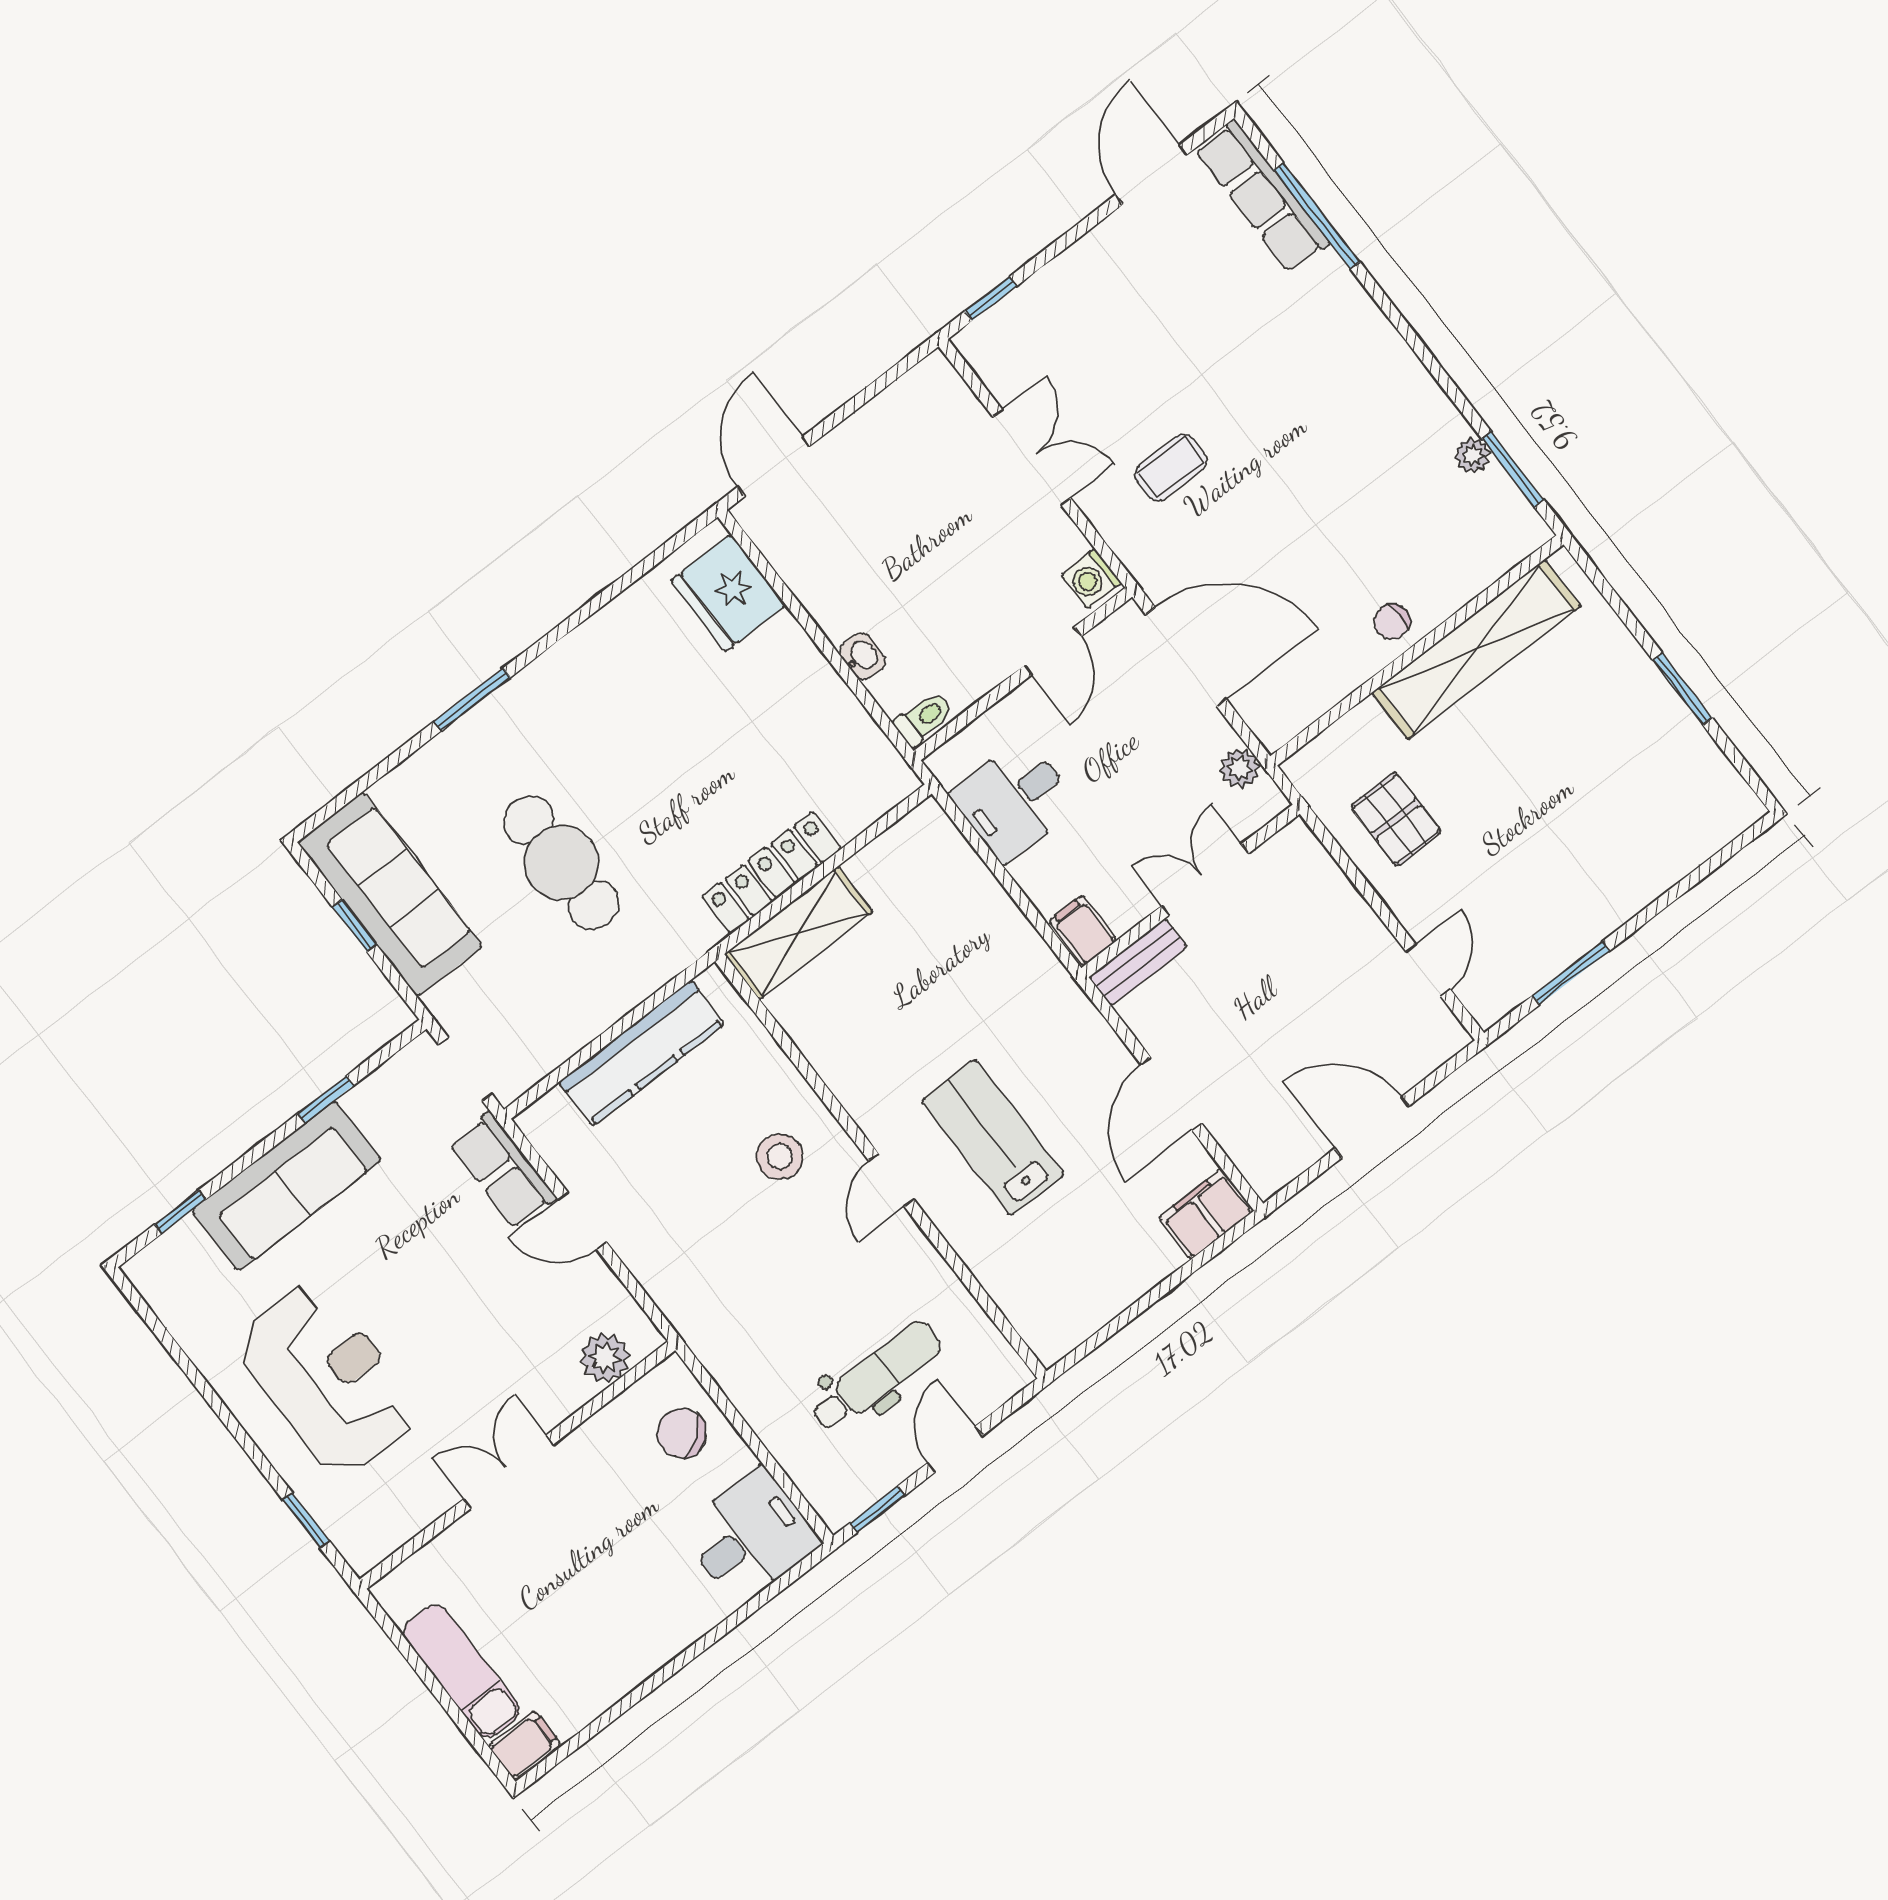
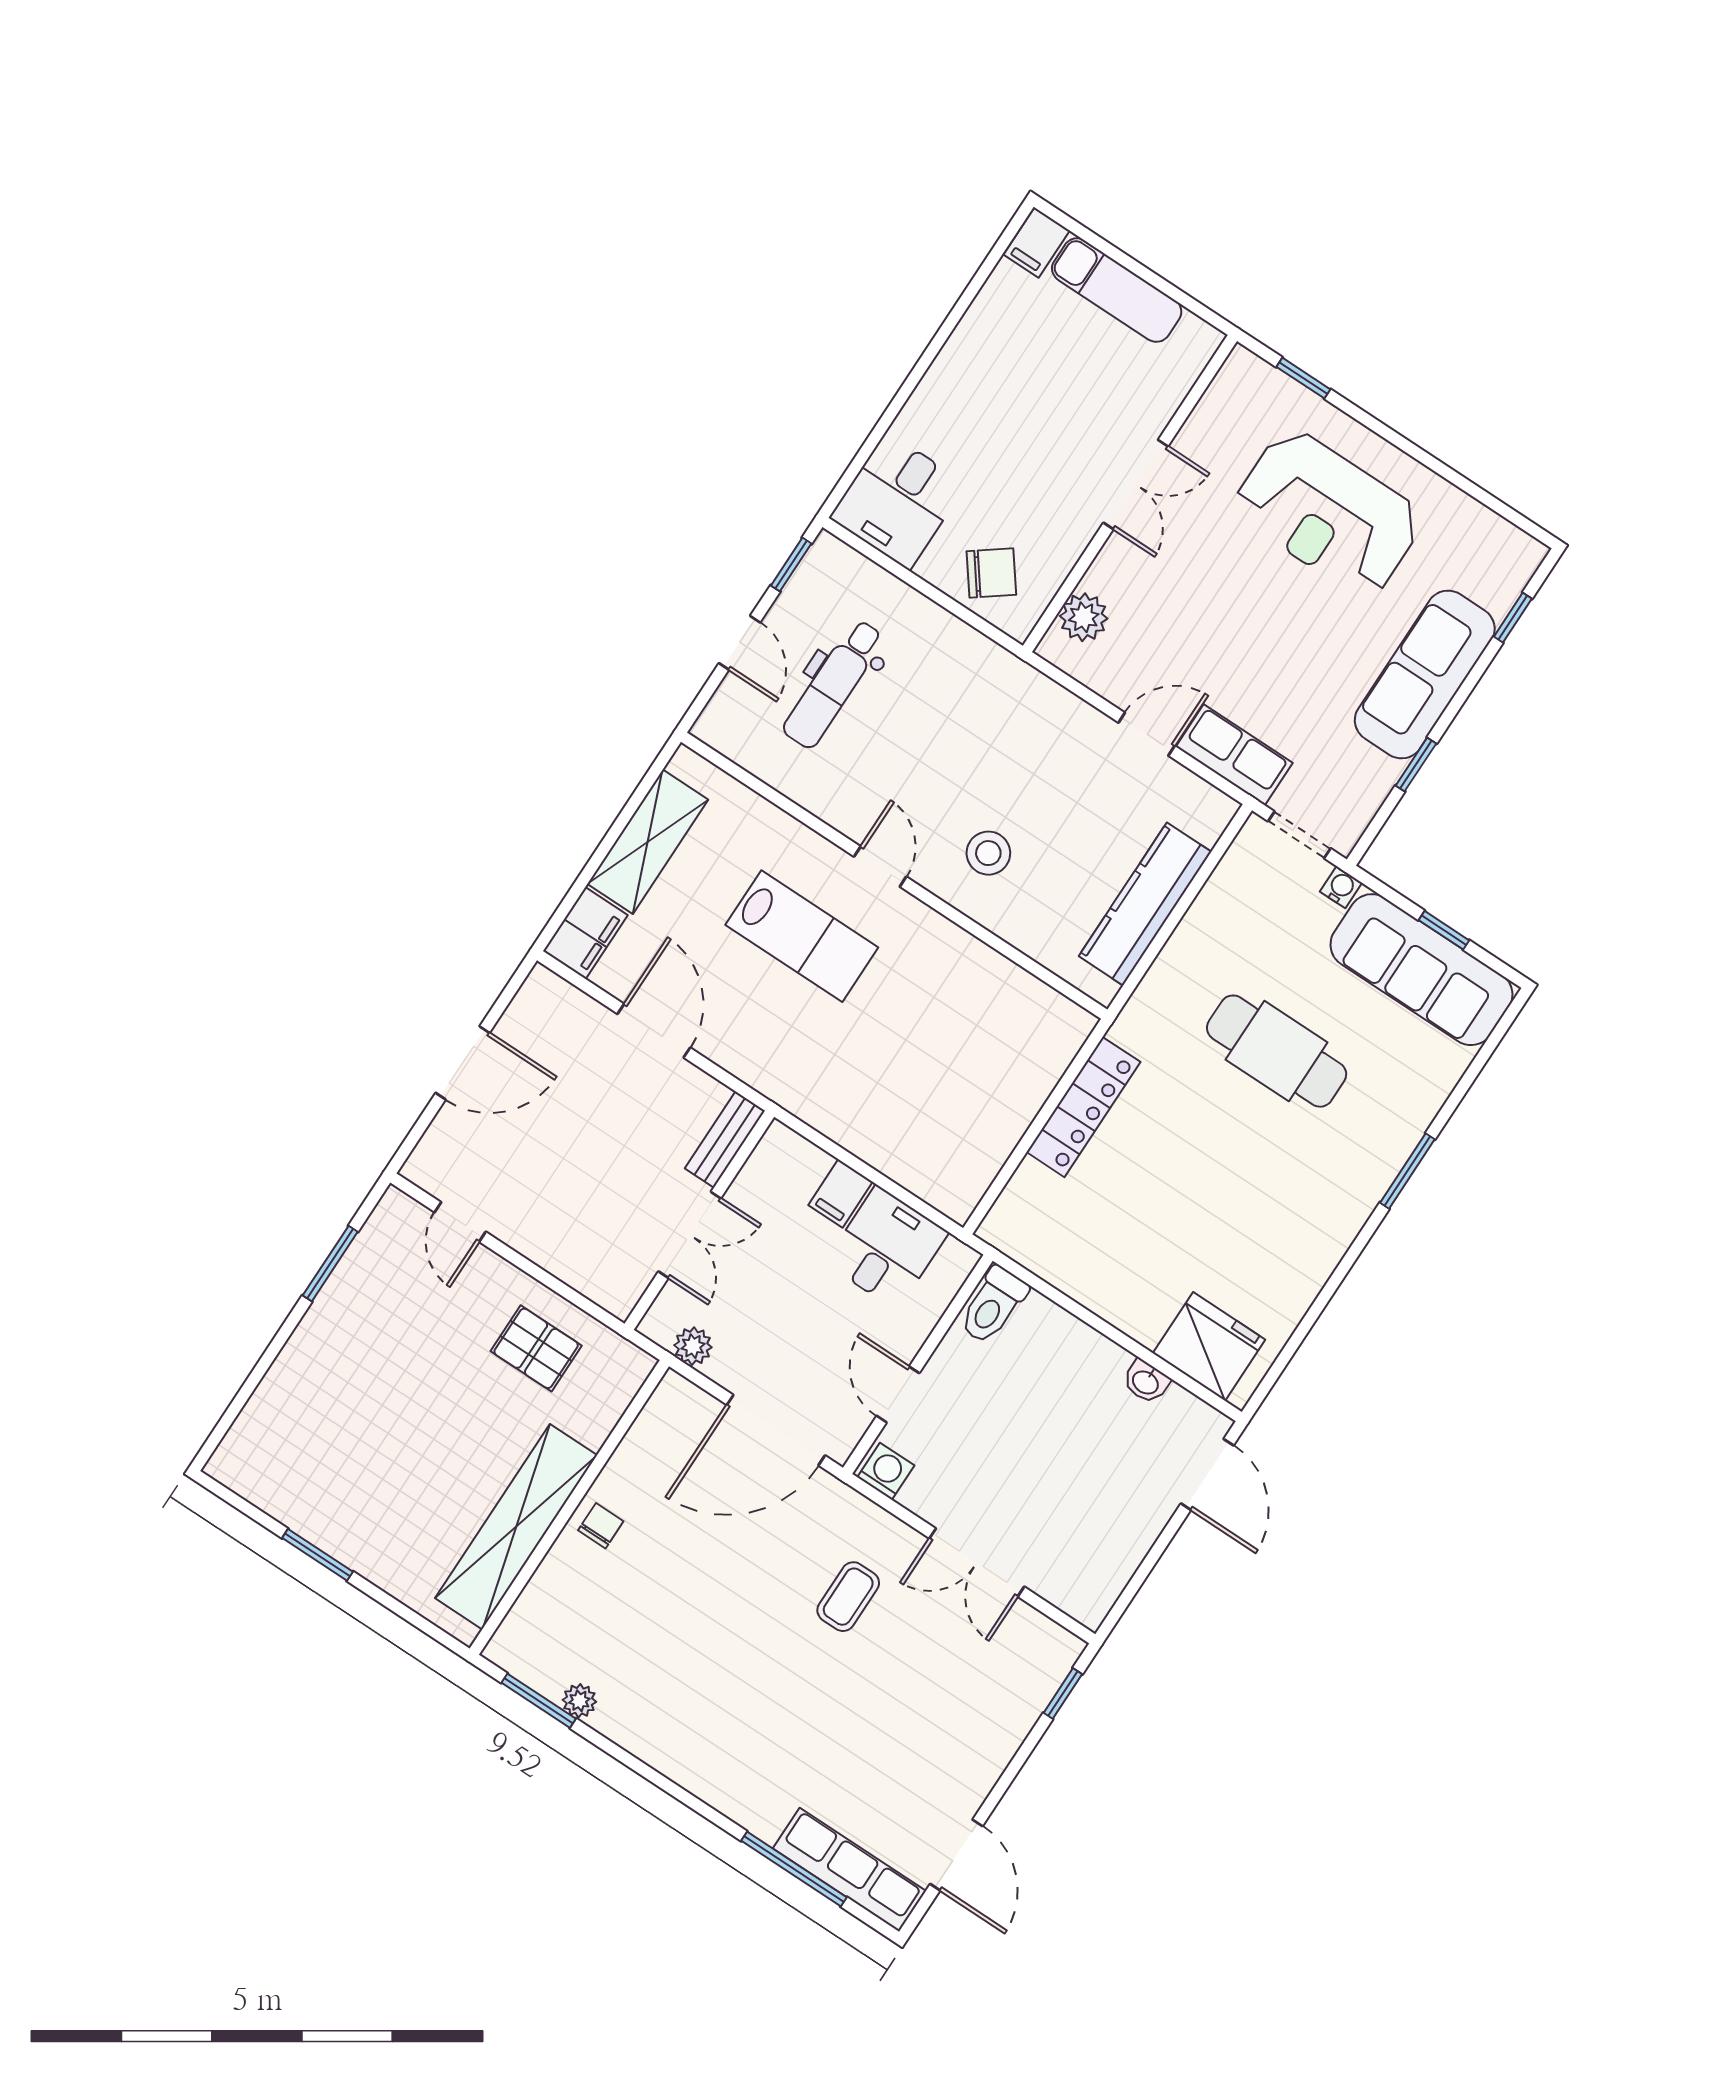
washbasin: (862, 656) -> (1146, 1382), moved
toilet: (924, 719) -> (993, 1305), width x1.37, depth x1.39
filing cabinet: (1083, 931) -> (840, 1193), moved, turned 90
shelving: (798, 933) -> (648, 842), moved
water cooler: (442, 1003) -> (1341, 887), added

